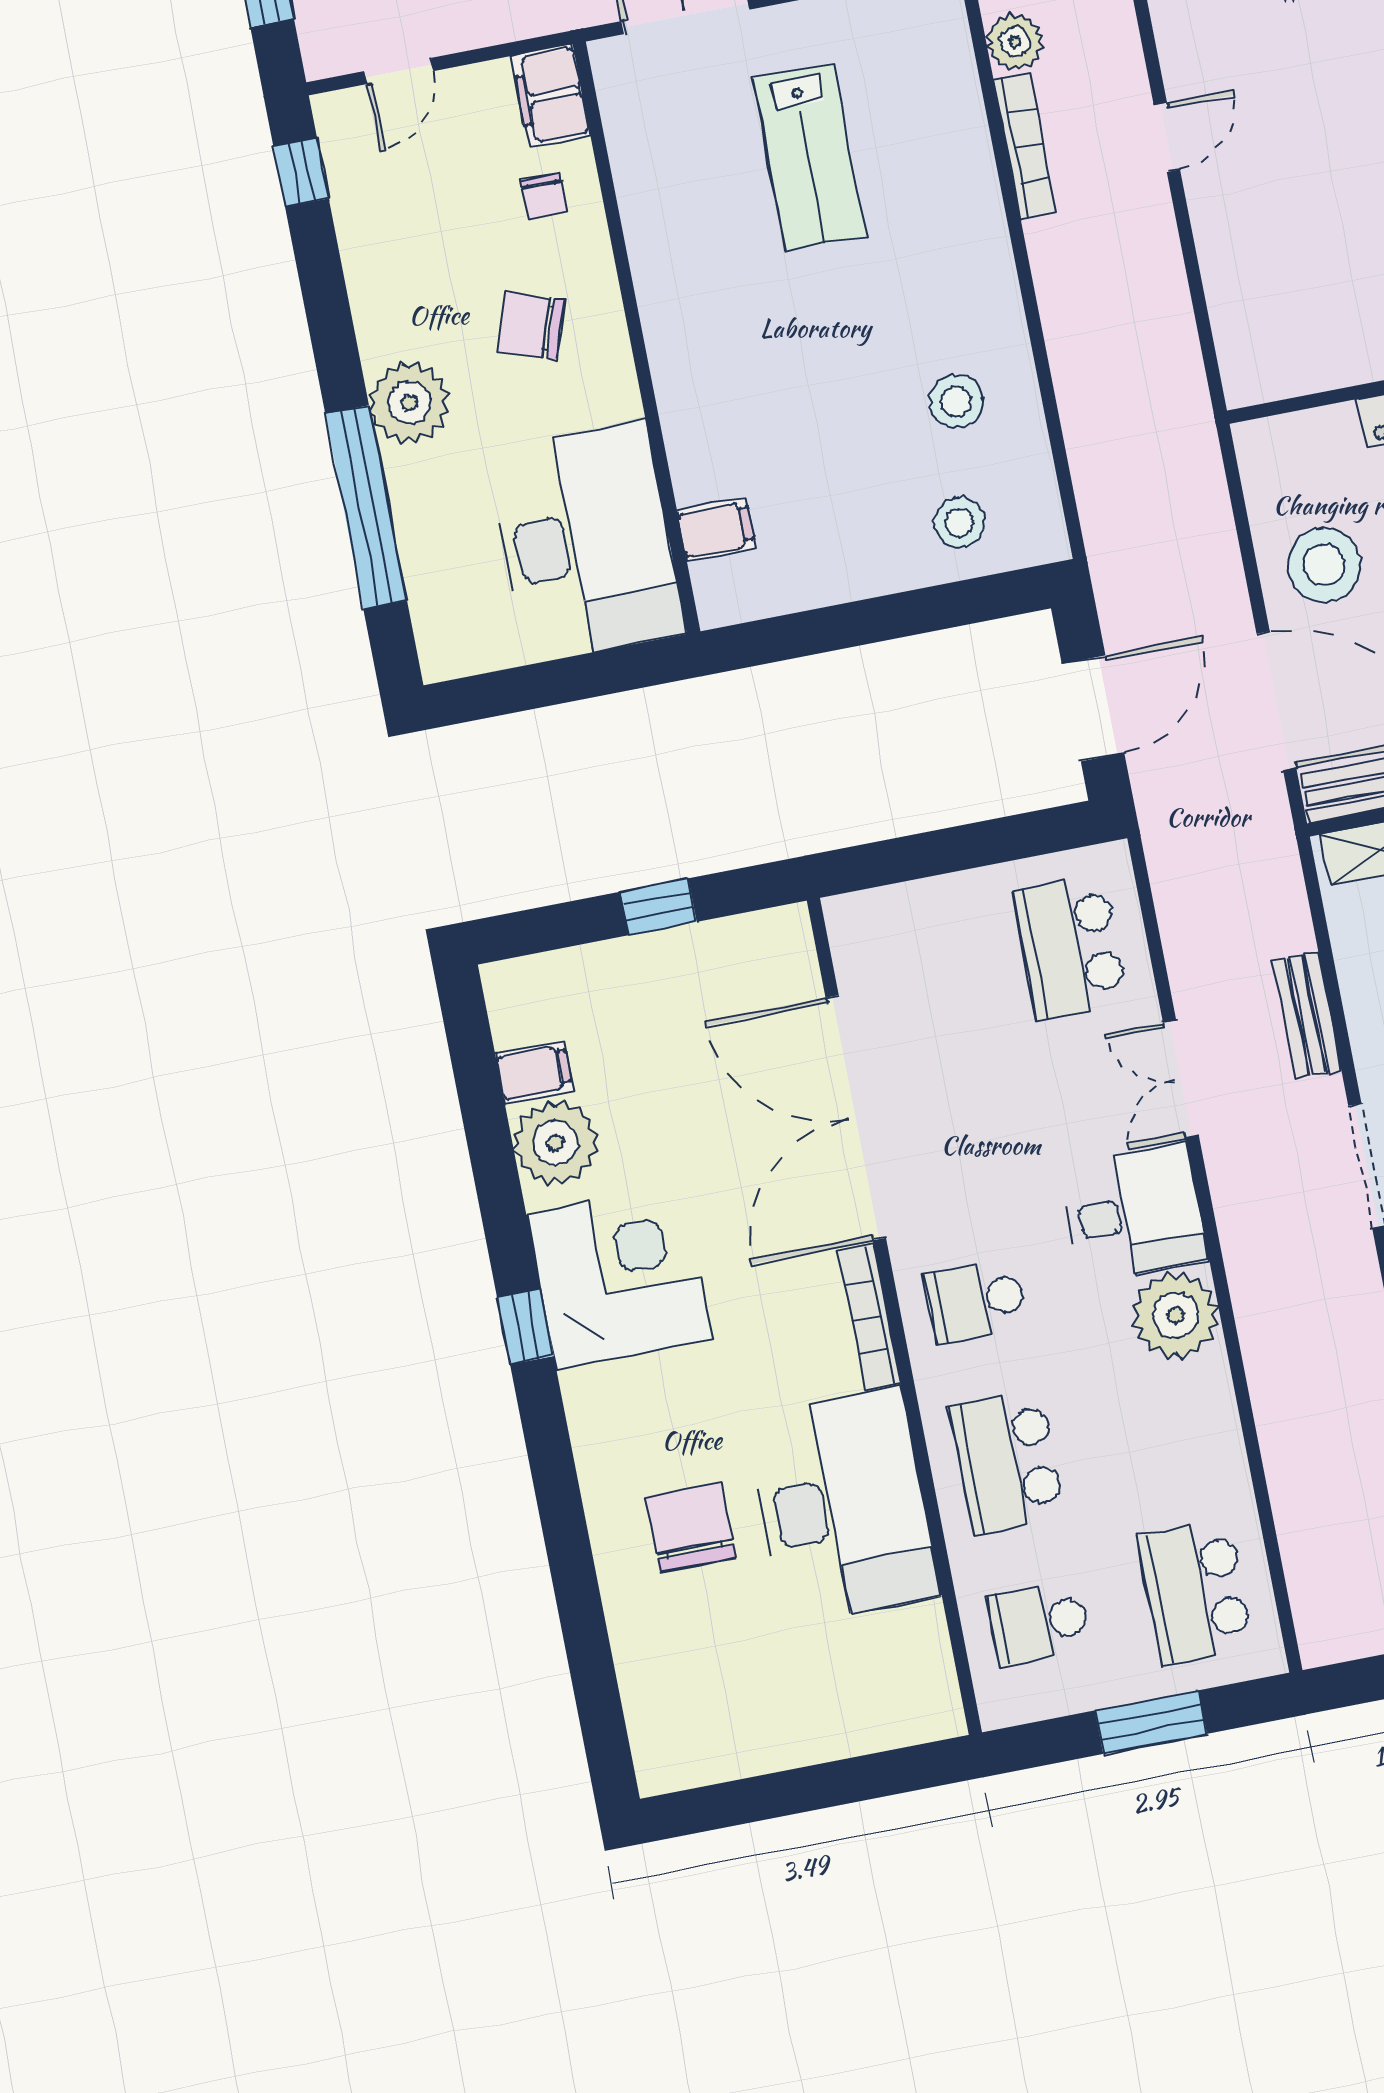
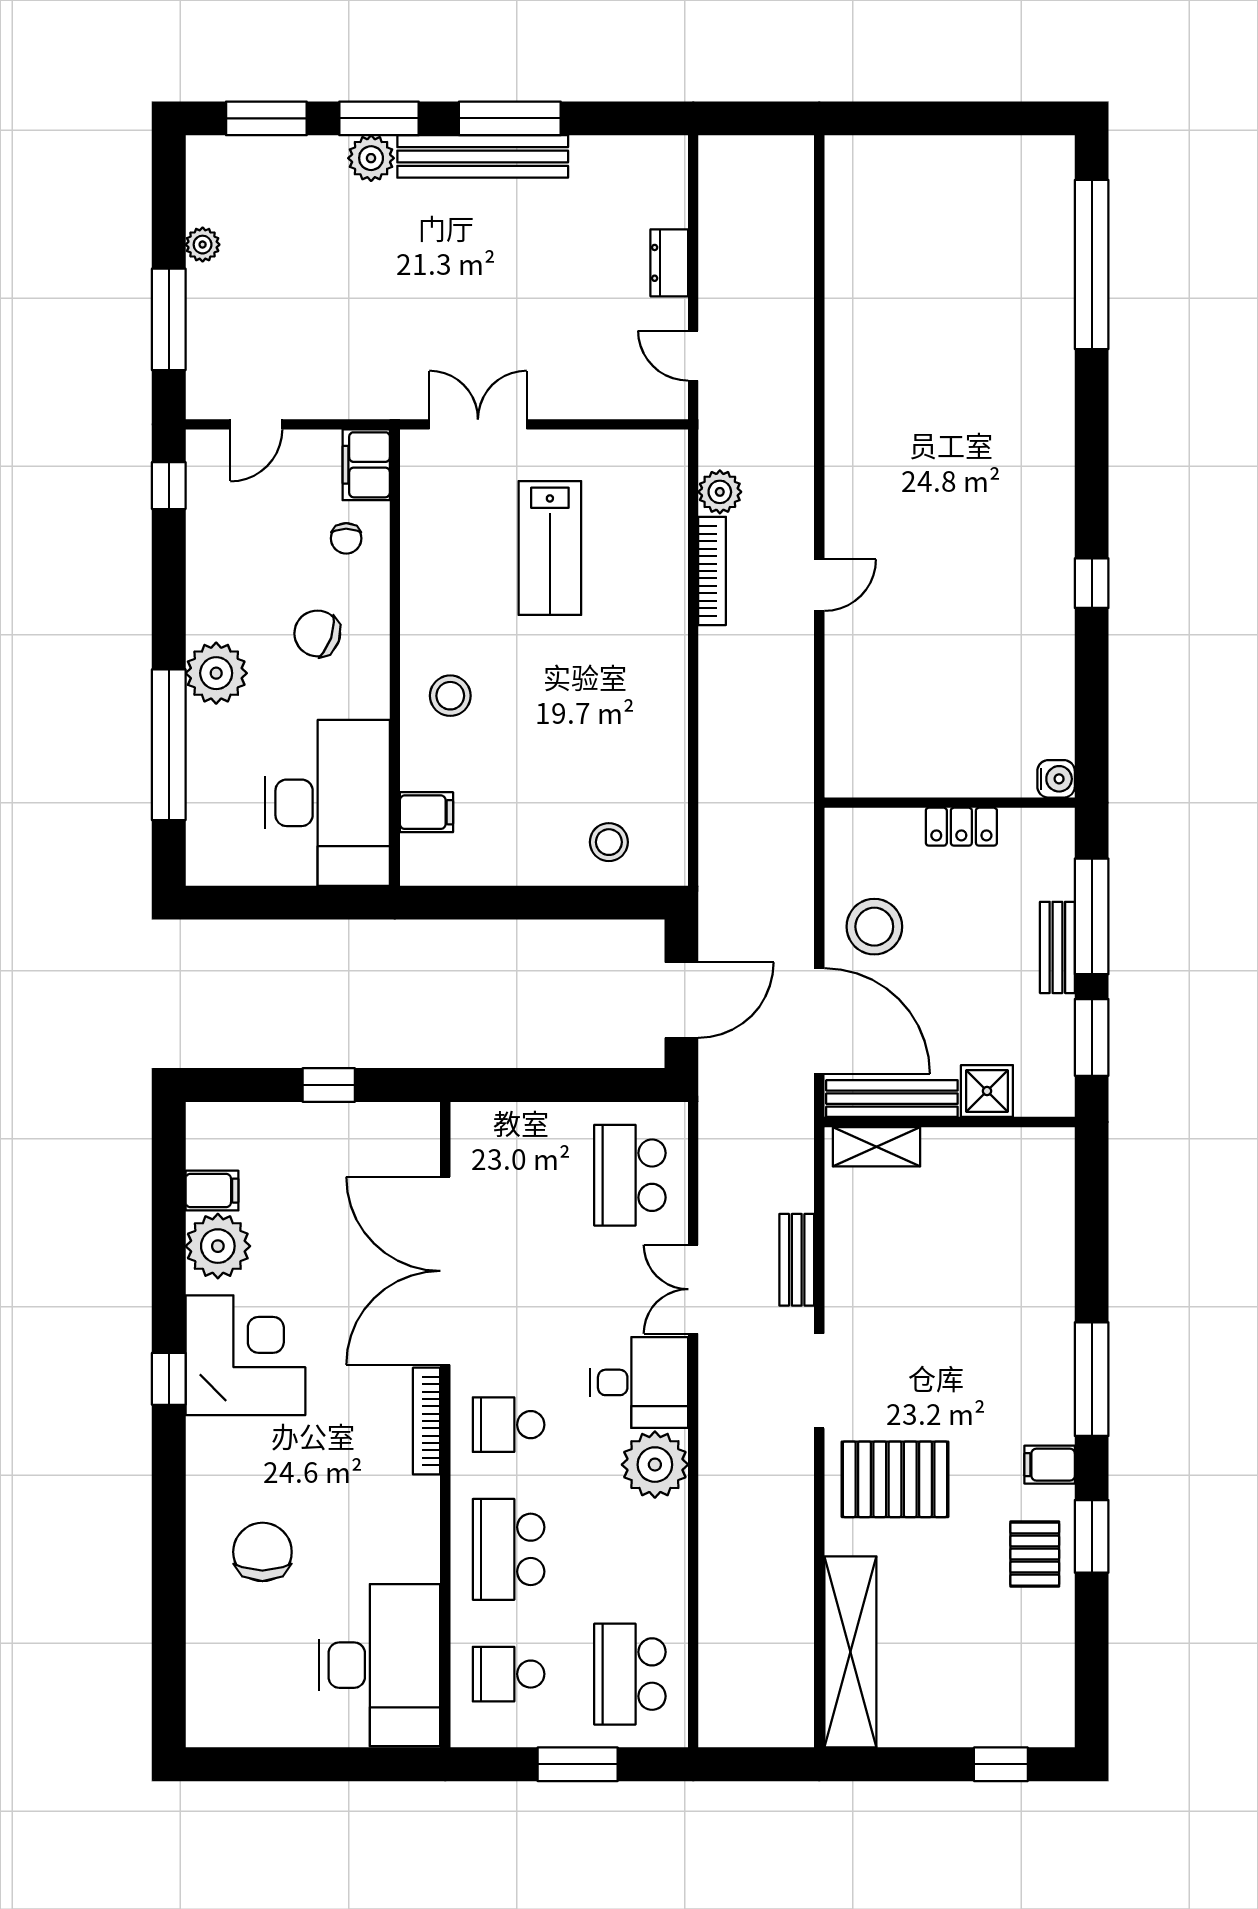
stool: (956, 402) -> (450, 696), moved
desk: (843, 1506) -> (379, 1665), moved

